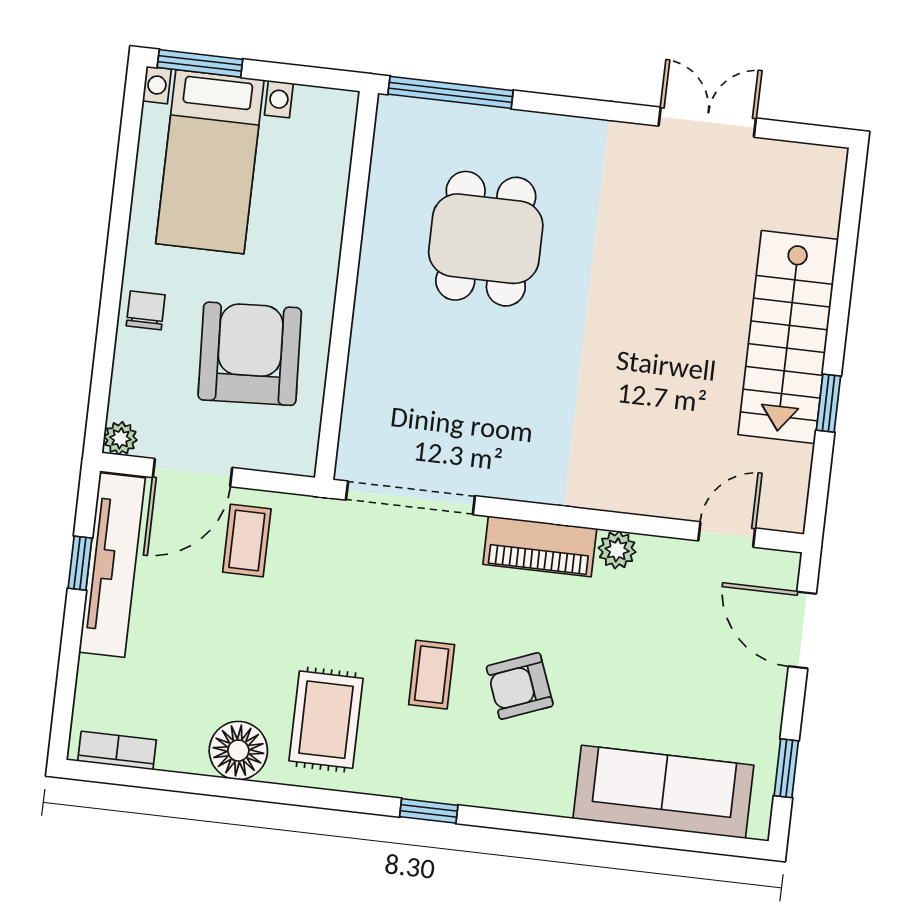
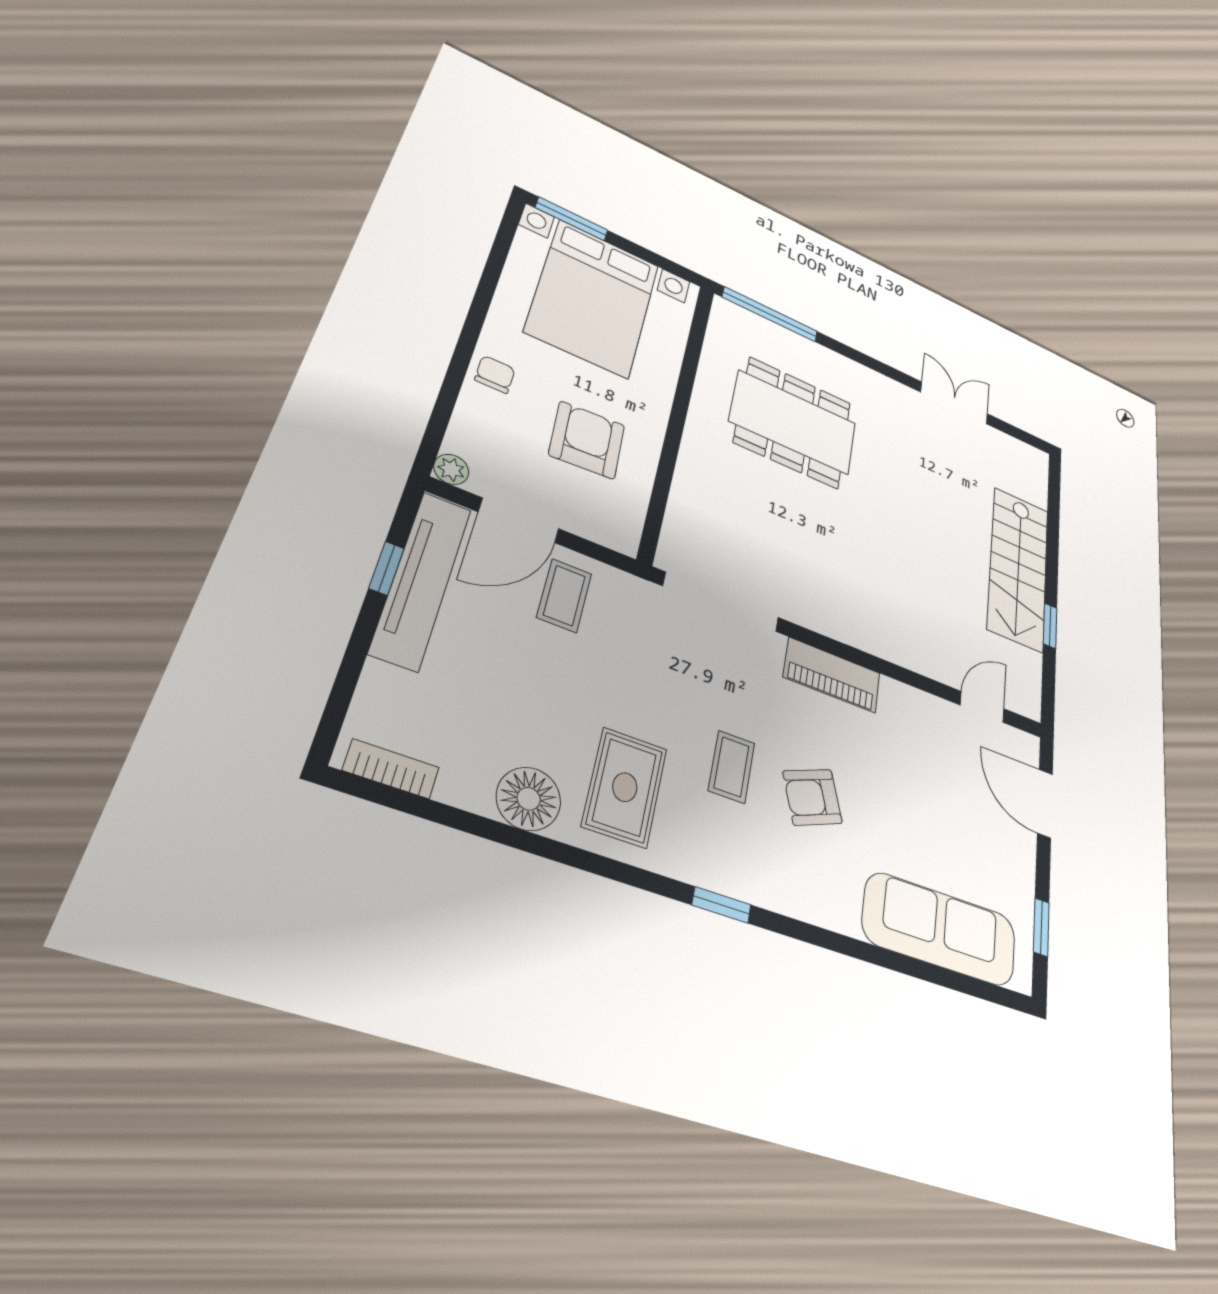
bed with nightstands: (210, 162) -> (593, 298), width x1.36
dining table: (486, 239) -> (793, 422), width x1.37
armchair: (250, 354) -> (587, 440), width x0.73, depth x0.73
plant: (617, 550) -> (896, 696), removed

